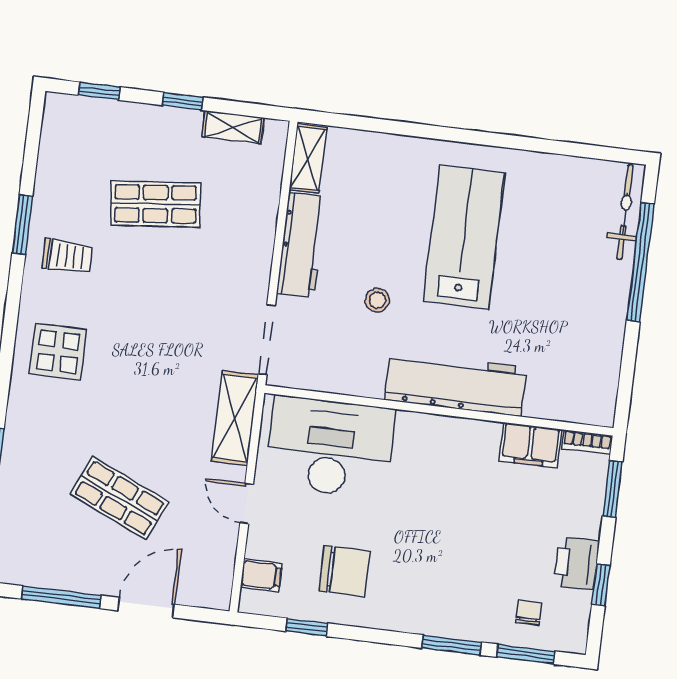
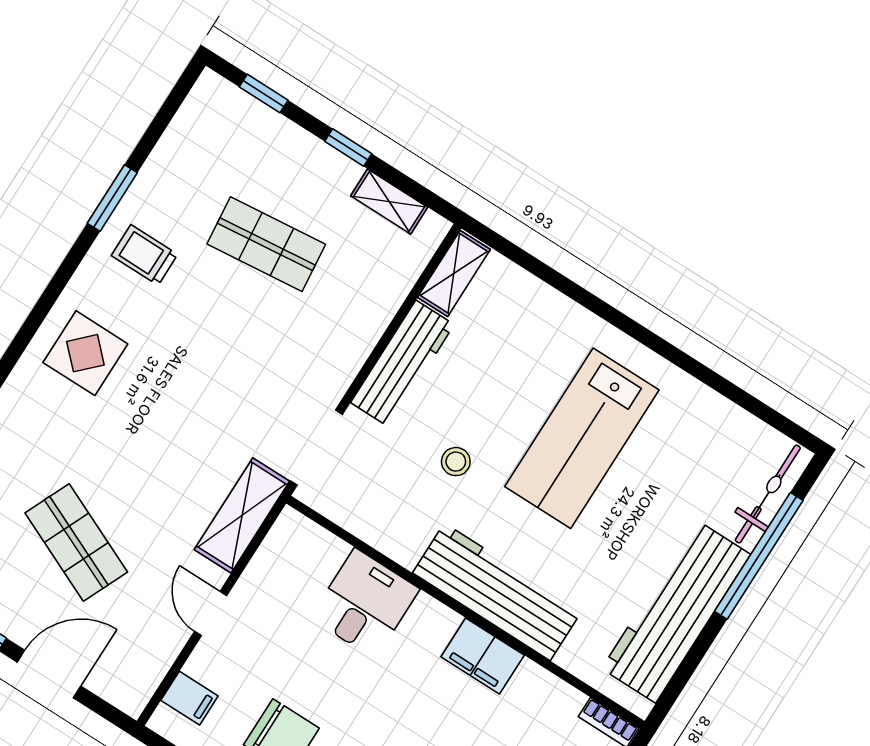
lab bench: (464, 237) -> (582, 438), turned 180
trolley: (67, 256) -> (144, 255), turned 180
workbench: (598, 334) -> (676, 612), added
filing cabinet: (530, 445) -> (483, 656), moved
desk: (330, 447) -> (365, 603), width x0.53, depth x0.77

